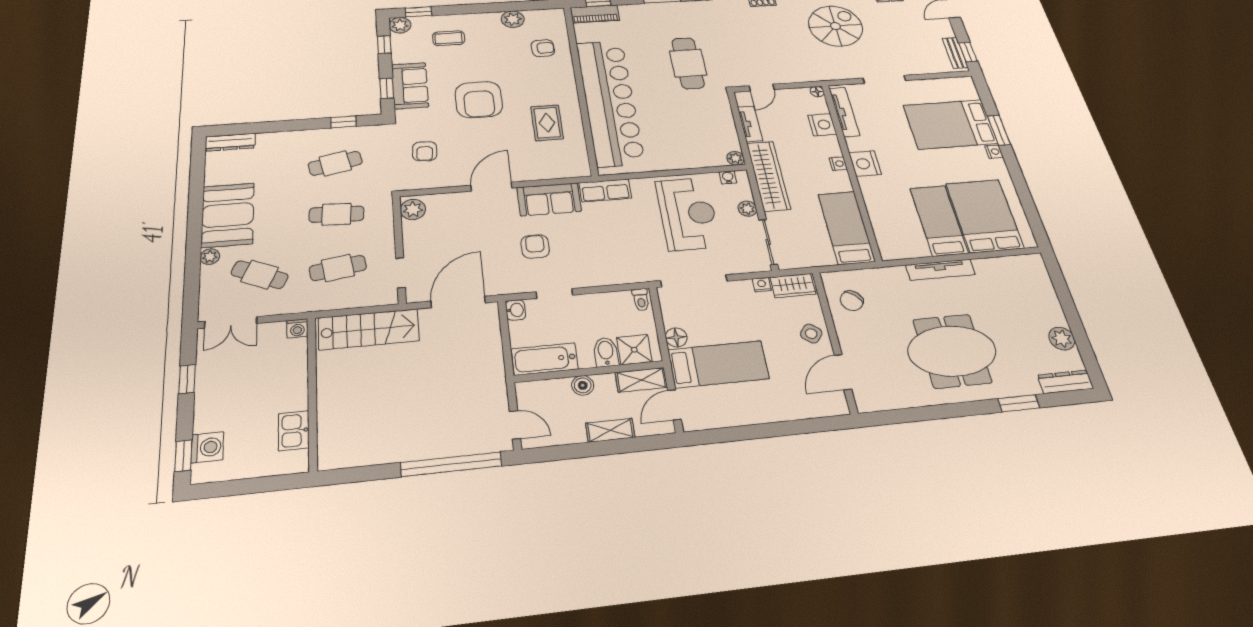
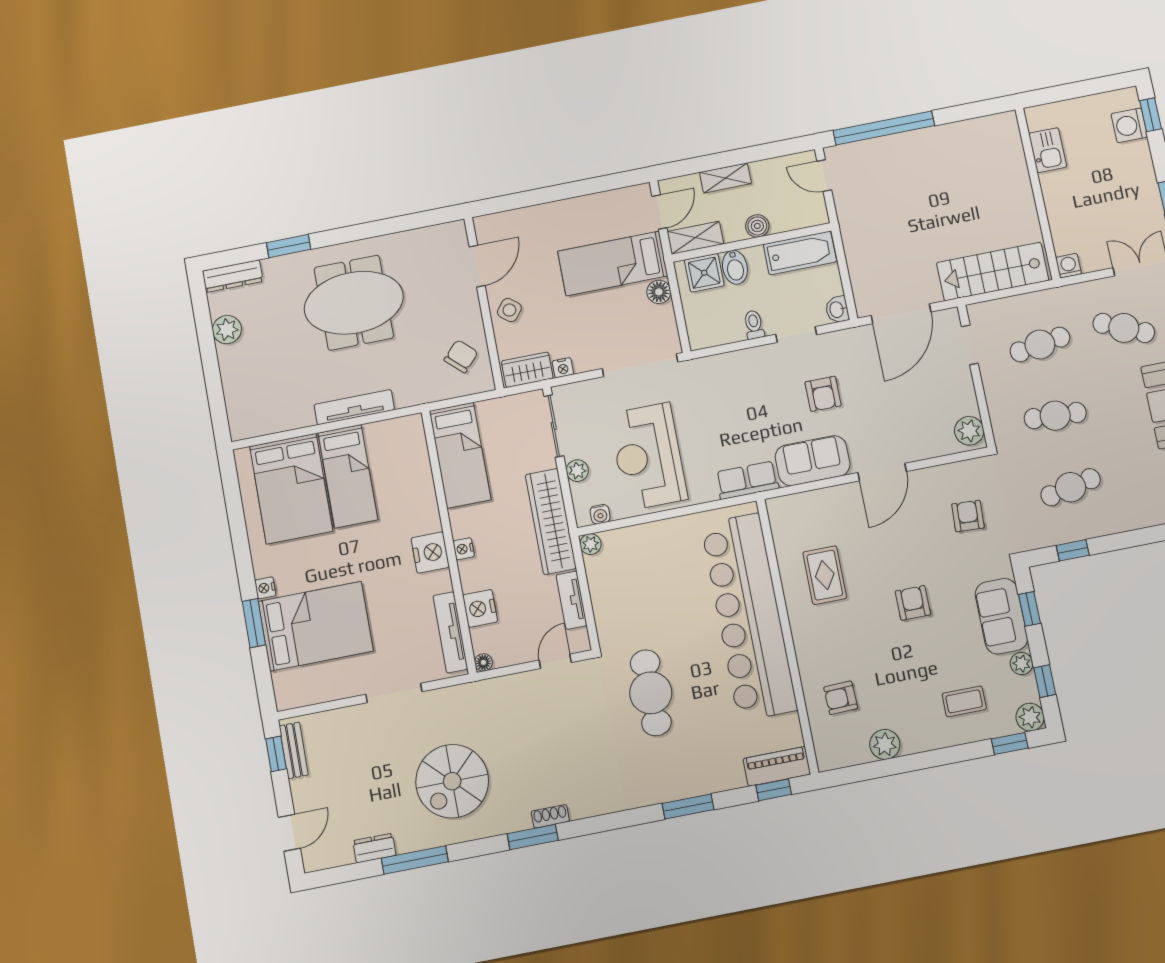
plant: (400, 56) -> (1022, 663), added
armchair: (479, 100) -> (913, 603), width x0.53, depth x0.53
toilet: (641, 300) -> (754, 325), moved

